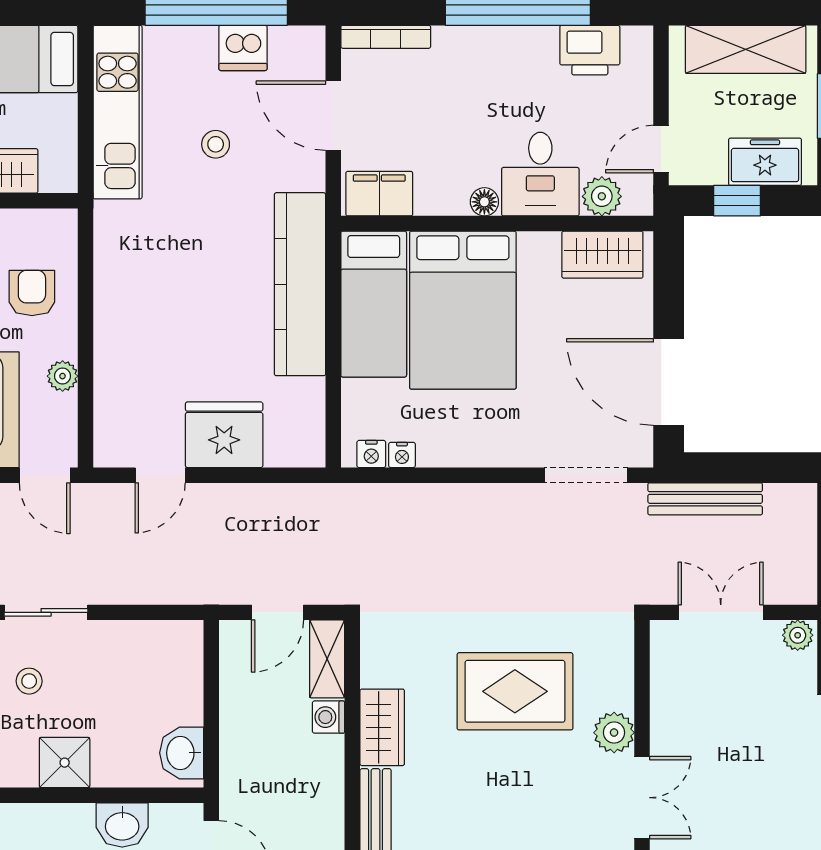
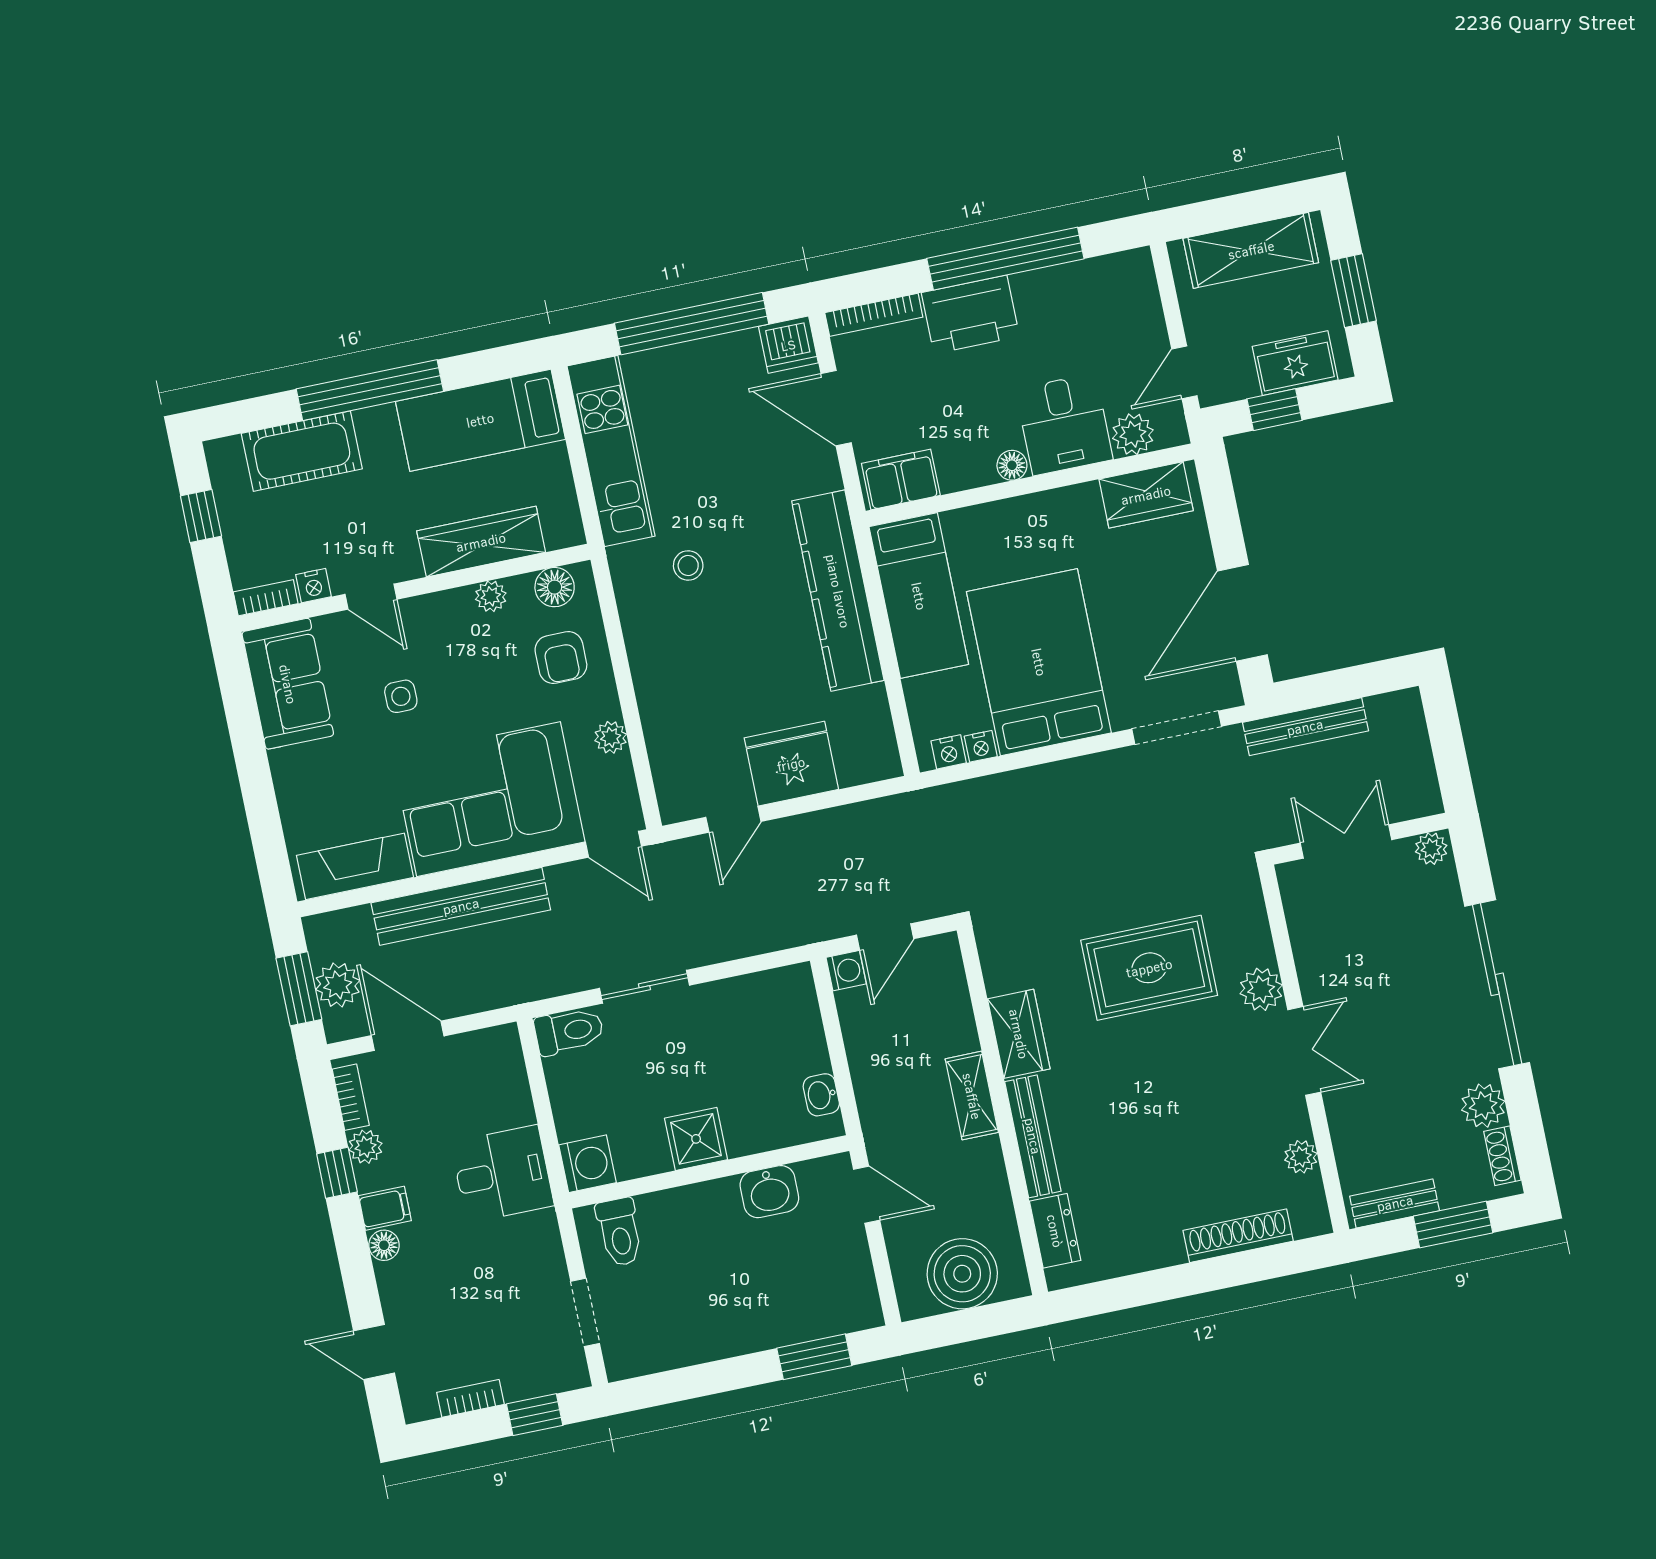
dishwasher: (243, 48) -> (788, 345), moved
printer: (590, 50) -> (970, 314), moved, width x1.37, depth x1.19
stool: (216, 144) -> (688, 566), moved
floor lamp: (39, 227) -> (555, 587), added
armchair: (32, 293) -> (561, 658), turned 180
bed: (463, 310) -> (1039, 662), moved, turned 180
door: (669, 382) -> (1242, 613), hinge flipped
shelving: (327, 659) -> (972, 1096), moved
stool: (29, 681) -> (642, 1062), removed
washing machine: (329, 717) -> (846, 971), moved, turned 180
washbasin: (182, 753) -> (821, 1095), width x0.72, depth x0.69

